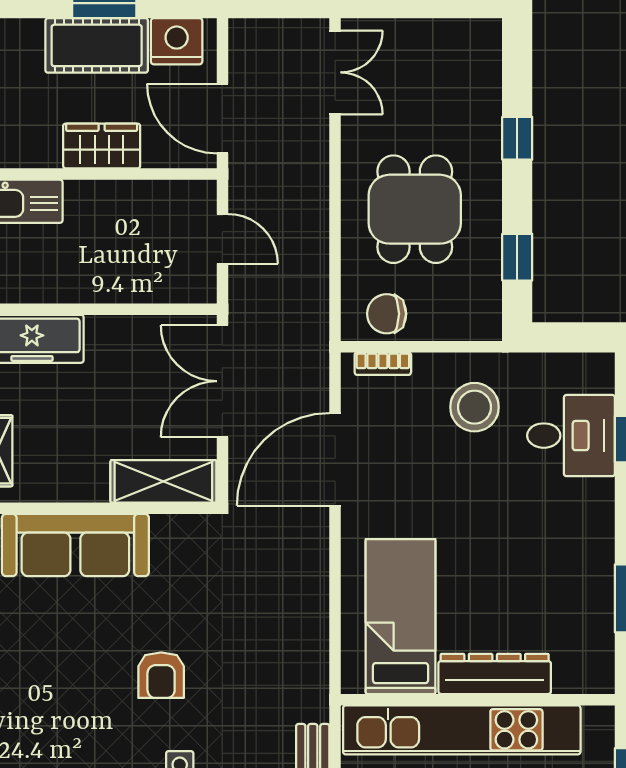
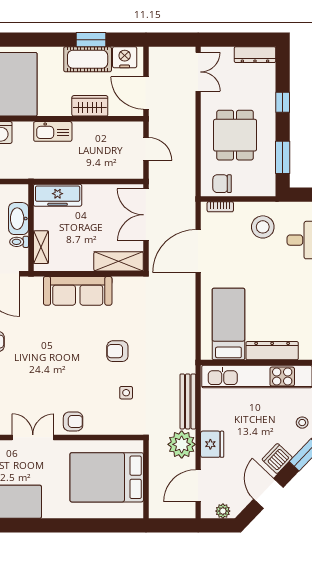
dresser: (458, 36) -> (255, 55), added
window: (517, 257) -> (283, 157), width x1.50
armchair: (161, 675) -> (117, 351), turned 90

